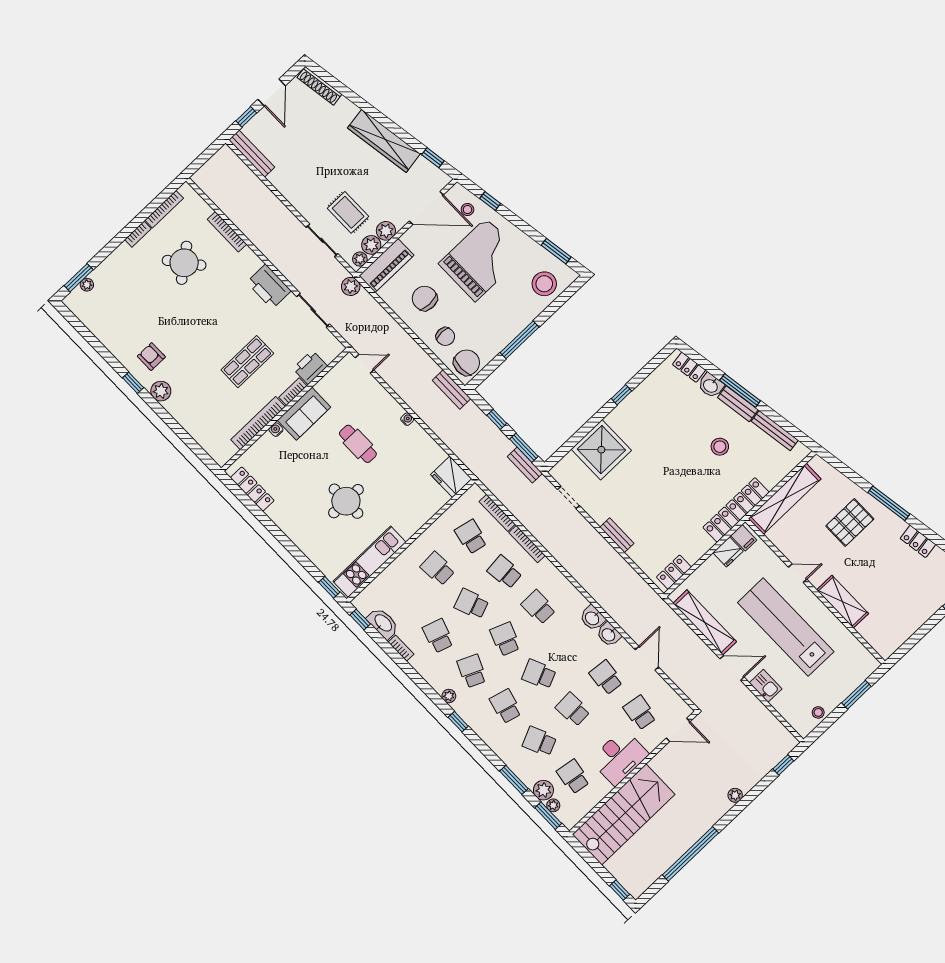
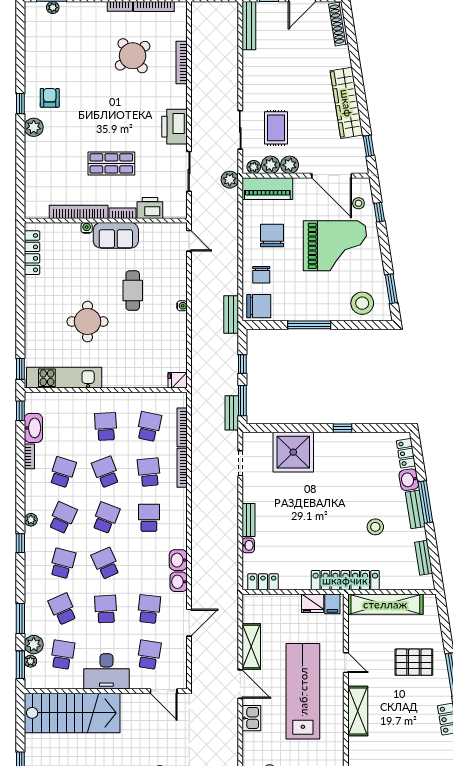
bench: (775, 431) -> (424, 558), width x0.73
fridge: (451, 477) -> (178, 380), width x0.53, depth x0.75
washbasin: (635, 555) -> (248, 545), added
shelving: (705, 622) -> (251, 646), width x0.68

